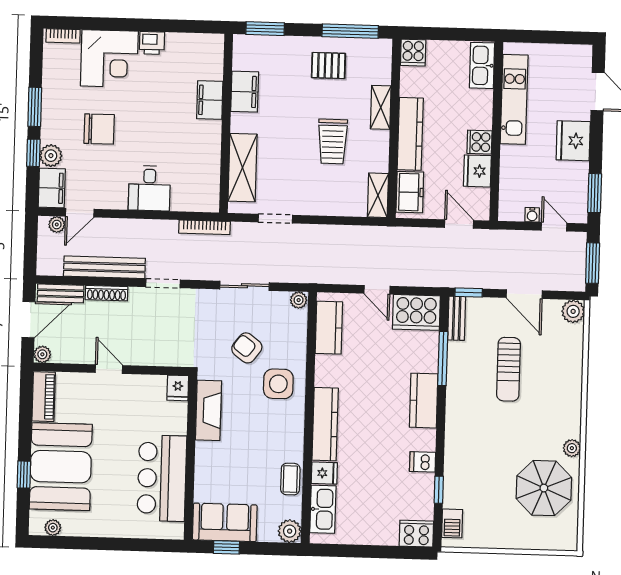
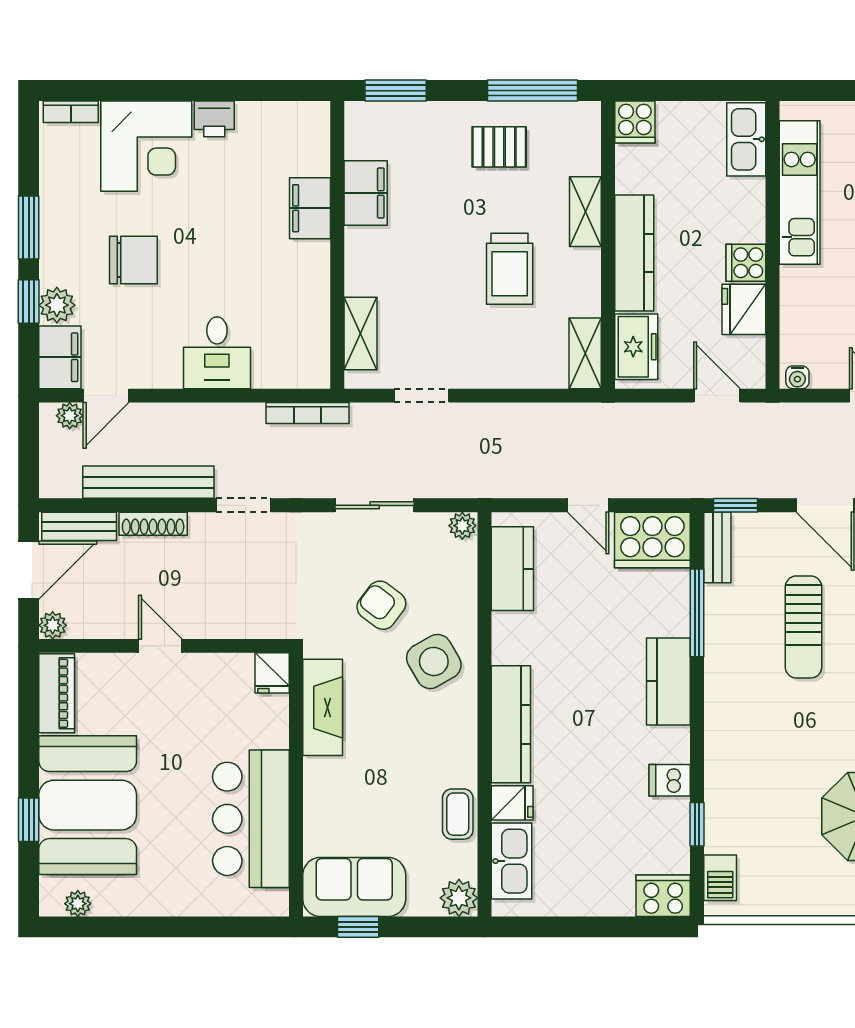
shelving: (243, 168) -> (360, 334), width x0.67, depth x0.75
water cooler: (532, 215) -> (797, 377), moved
side table: (278, 384) -> (434, 661), turned -30

